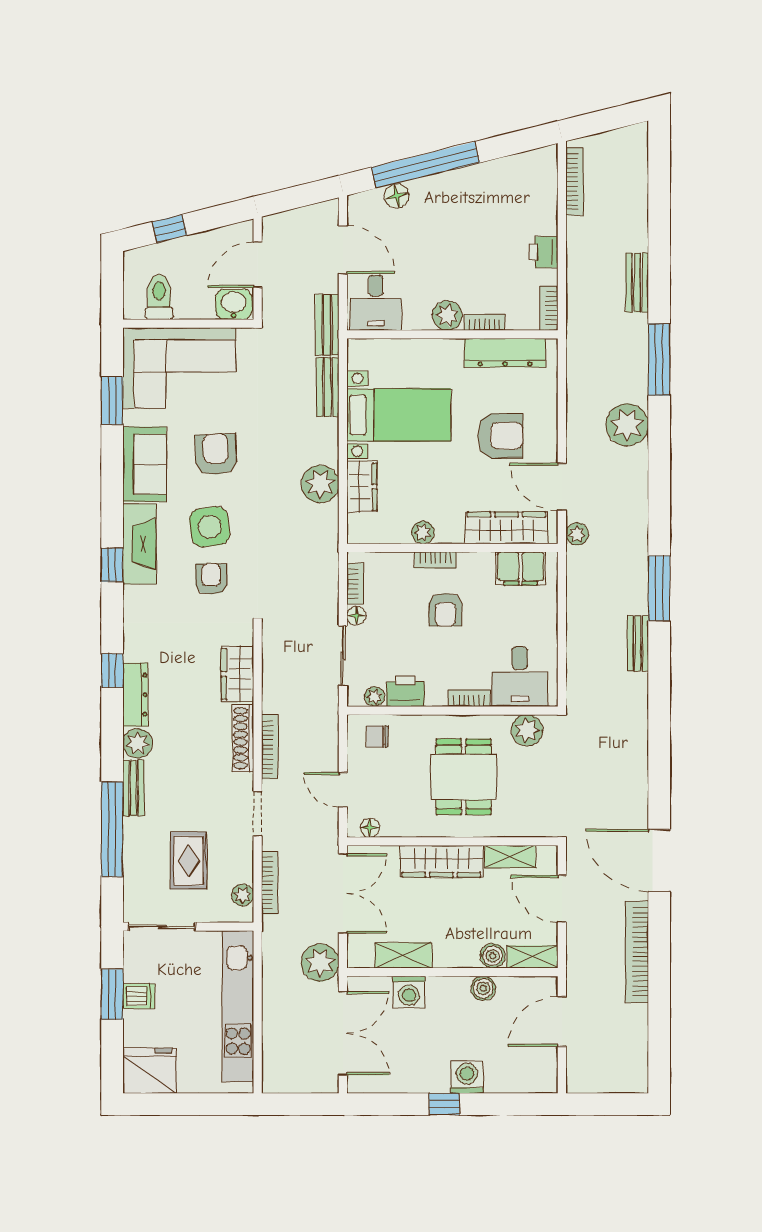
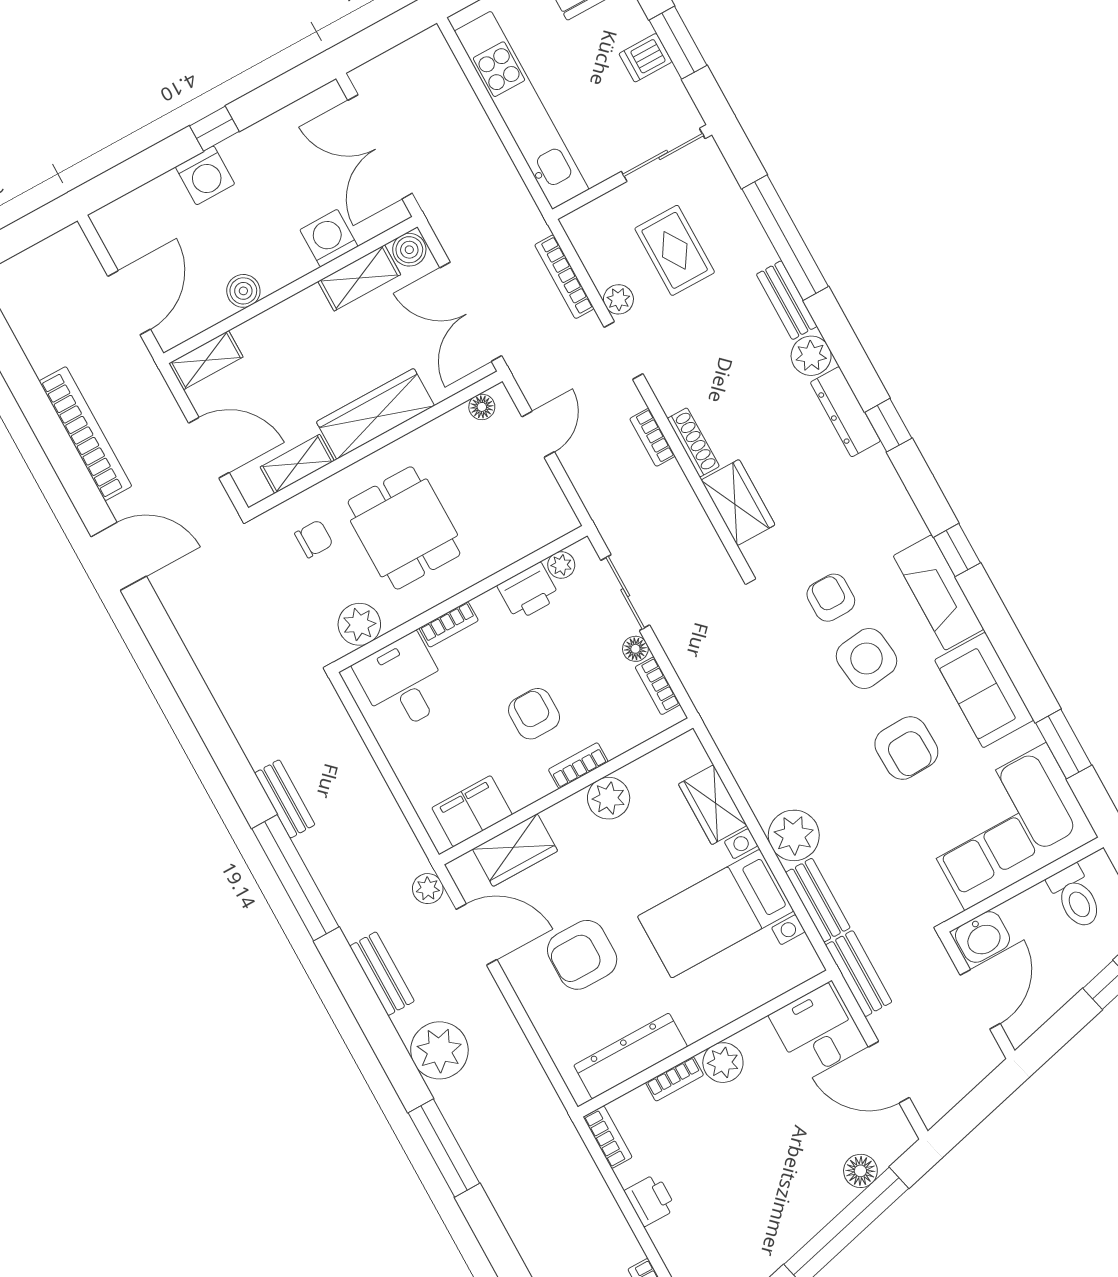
bench: (637, 283) -> (382, 974), moved
plant: (320, 484) -> (794, 835), moved
wardrobe: (507, 528) -> (515, 850), width x0.67
plant: (423, 532) -> (609, 798), width x1.38, depth x1.38
armchair: (211, 579) -> (831, 598), turned 180
window: (659, 588) -> (295, 878), width x1.46
chair: (377, 737) -> (314, 539), moved
shoe rack: (243, 738) -> (693, 442), width x0.74, depth x0.81
bookcase: (270, 747) -> (652, 437), width x0.64
door: (343, 790) -> (538, 434), hinge flipped
door: (659, 860) -> (119, 556), width x0.73
plant: (243, 895) -> (618, 299), moved
boiler: (493, 956) -> (409, 250), moved
plant: (320, 963) -> (453, 215), removed

